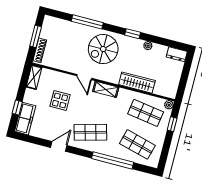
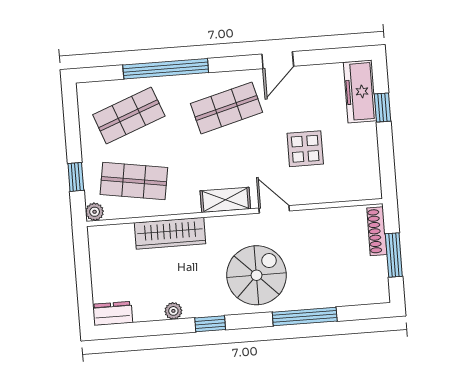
shelving: (34, 77) -> (370, 176), removed
shop shelf: (137, 144) -> (129, 115), turned -36

